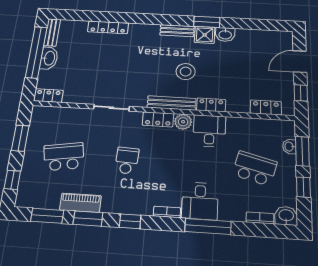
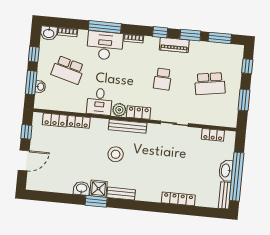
locker: (48, 96) -> (213, 135), moved
locker: (211, 105) -> (79, 122), moved
desk: (200, 201) -> (105, 46), width x1.37
piano: (80, 203) -> (174, 45), moved

